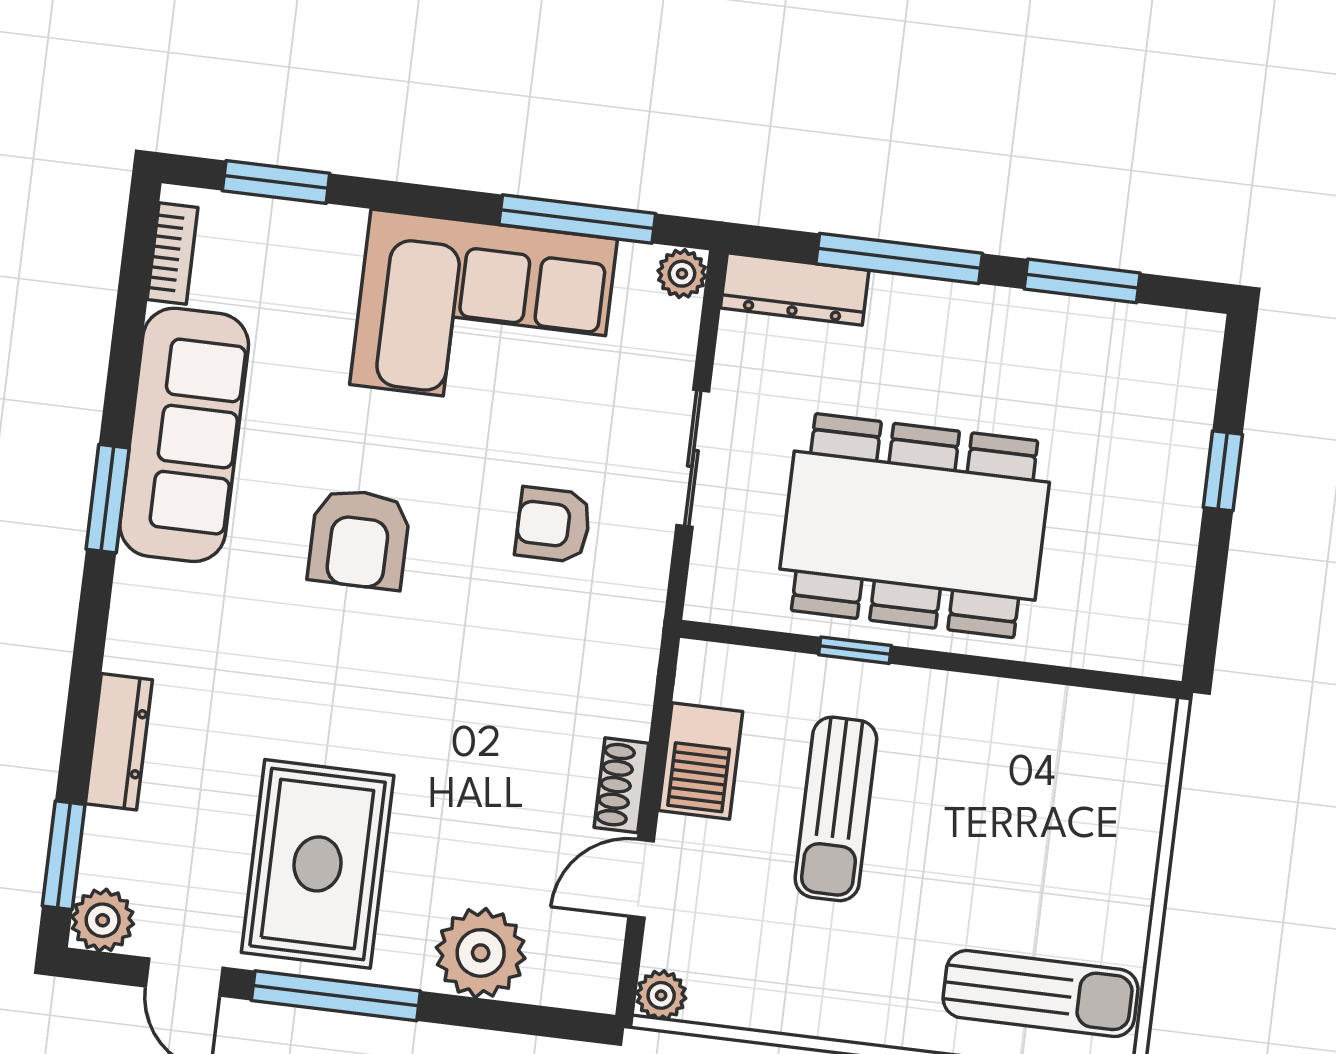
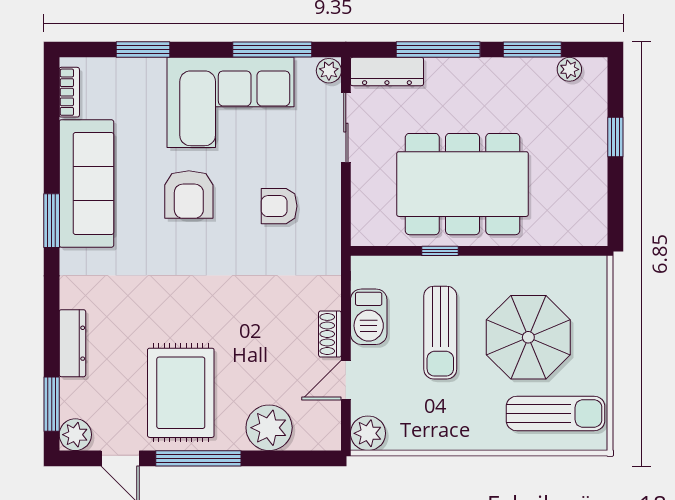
window: (276, 182) -> (143, 50), moved
plant: (1150, 328) -> (569, 69), added
sliding door: (693, 458) -> (346, 128), moved
armchair: (359, 539) -> (189, 194), moved
parasol: (1006, 839) -> (528, 337), added
plant: (661, 995) -> (368, 433), width x1.38, depth x1.38

